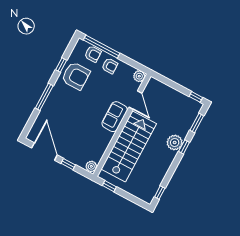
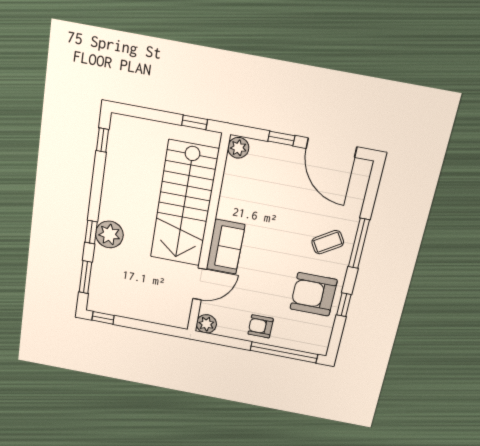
armchair: (93, 54) -> (295, 337), removed
door: (135, 100) -> (200, 284), swing flipped
coffee table: (60, 103) -> (328, 242), added

